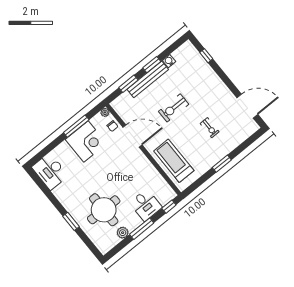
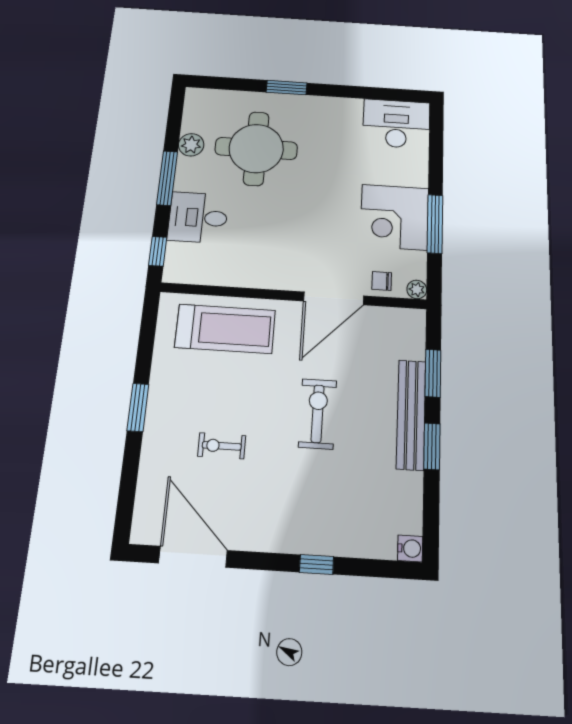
window: (206, 56) -> (316, 564), moved
water cooler: (169, 61) -> (410, 548), moved
door: (247, 106) -> (193, 557), swing flipped

